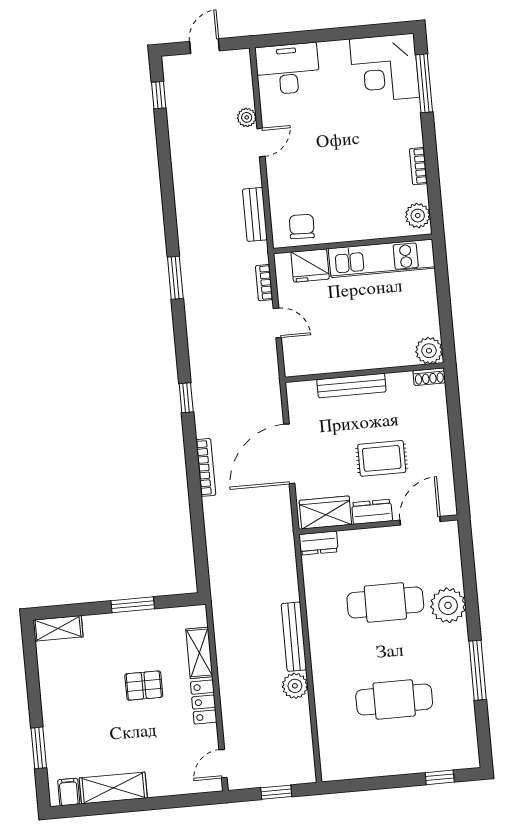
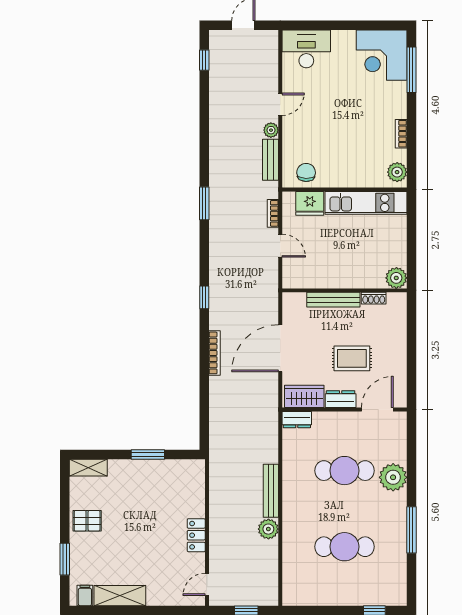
plant: (247, 117) -> (271, 130), moved
shoe rack: (429, 377) -> (374, 298), moved
shelving: (199, 653) -> (196, 497), removed
pallet: (144, 686) -> (87, 521), moved

